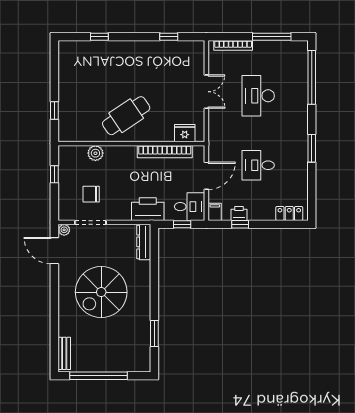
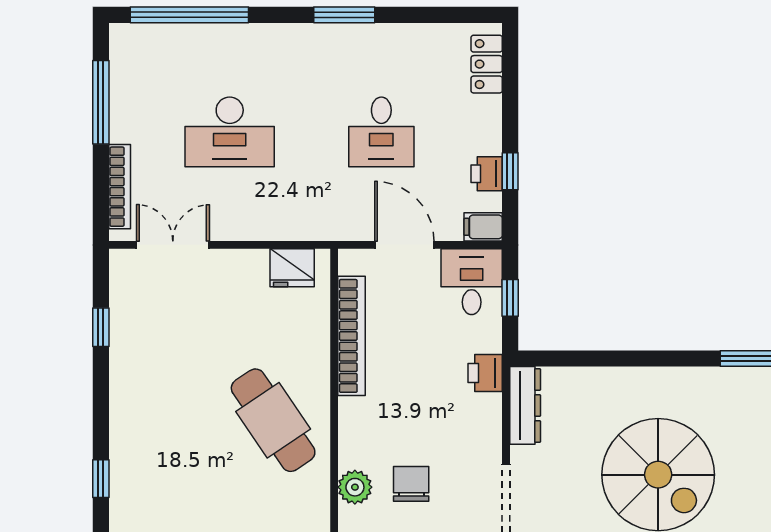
double door: (206, 92) -> (173, 245), moved
fridge: (185, 133) -> (292, 268), moved, turned -90
chair: (91, 194) -> (411, 484), moved, turned 180
printer: (148, 209) -> (485, 373), width x0.53, depth x0.68
dresser: (144, 242) -> (525, 405), moved, turned -90

